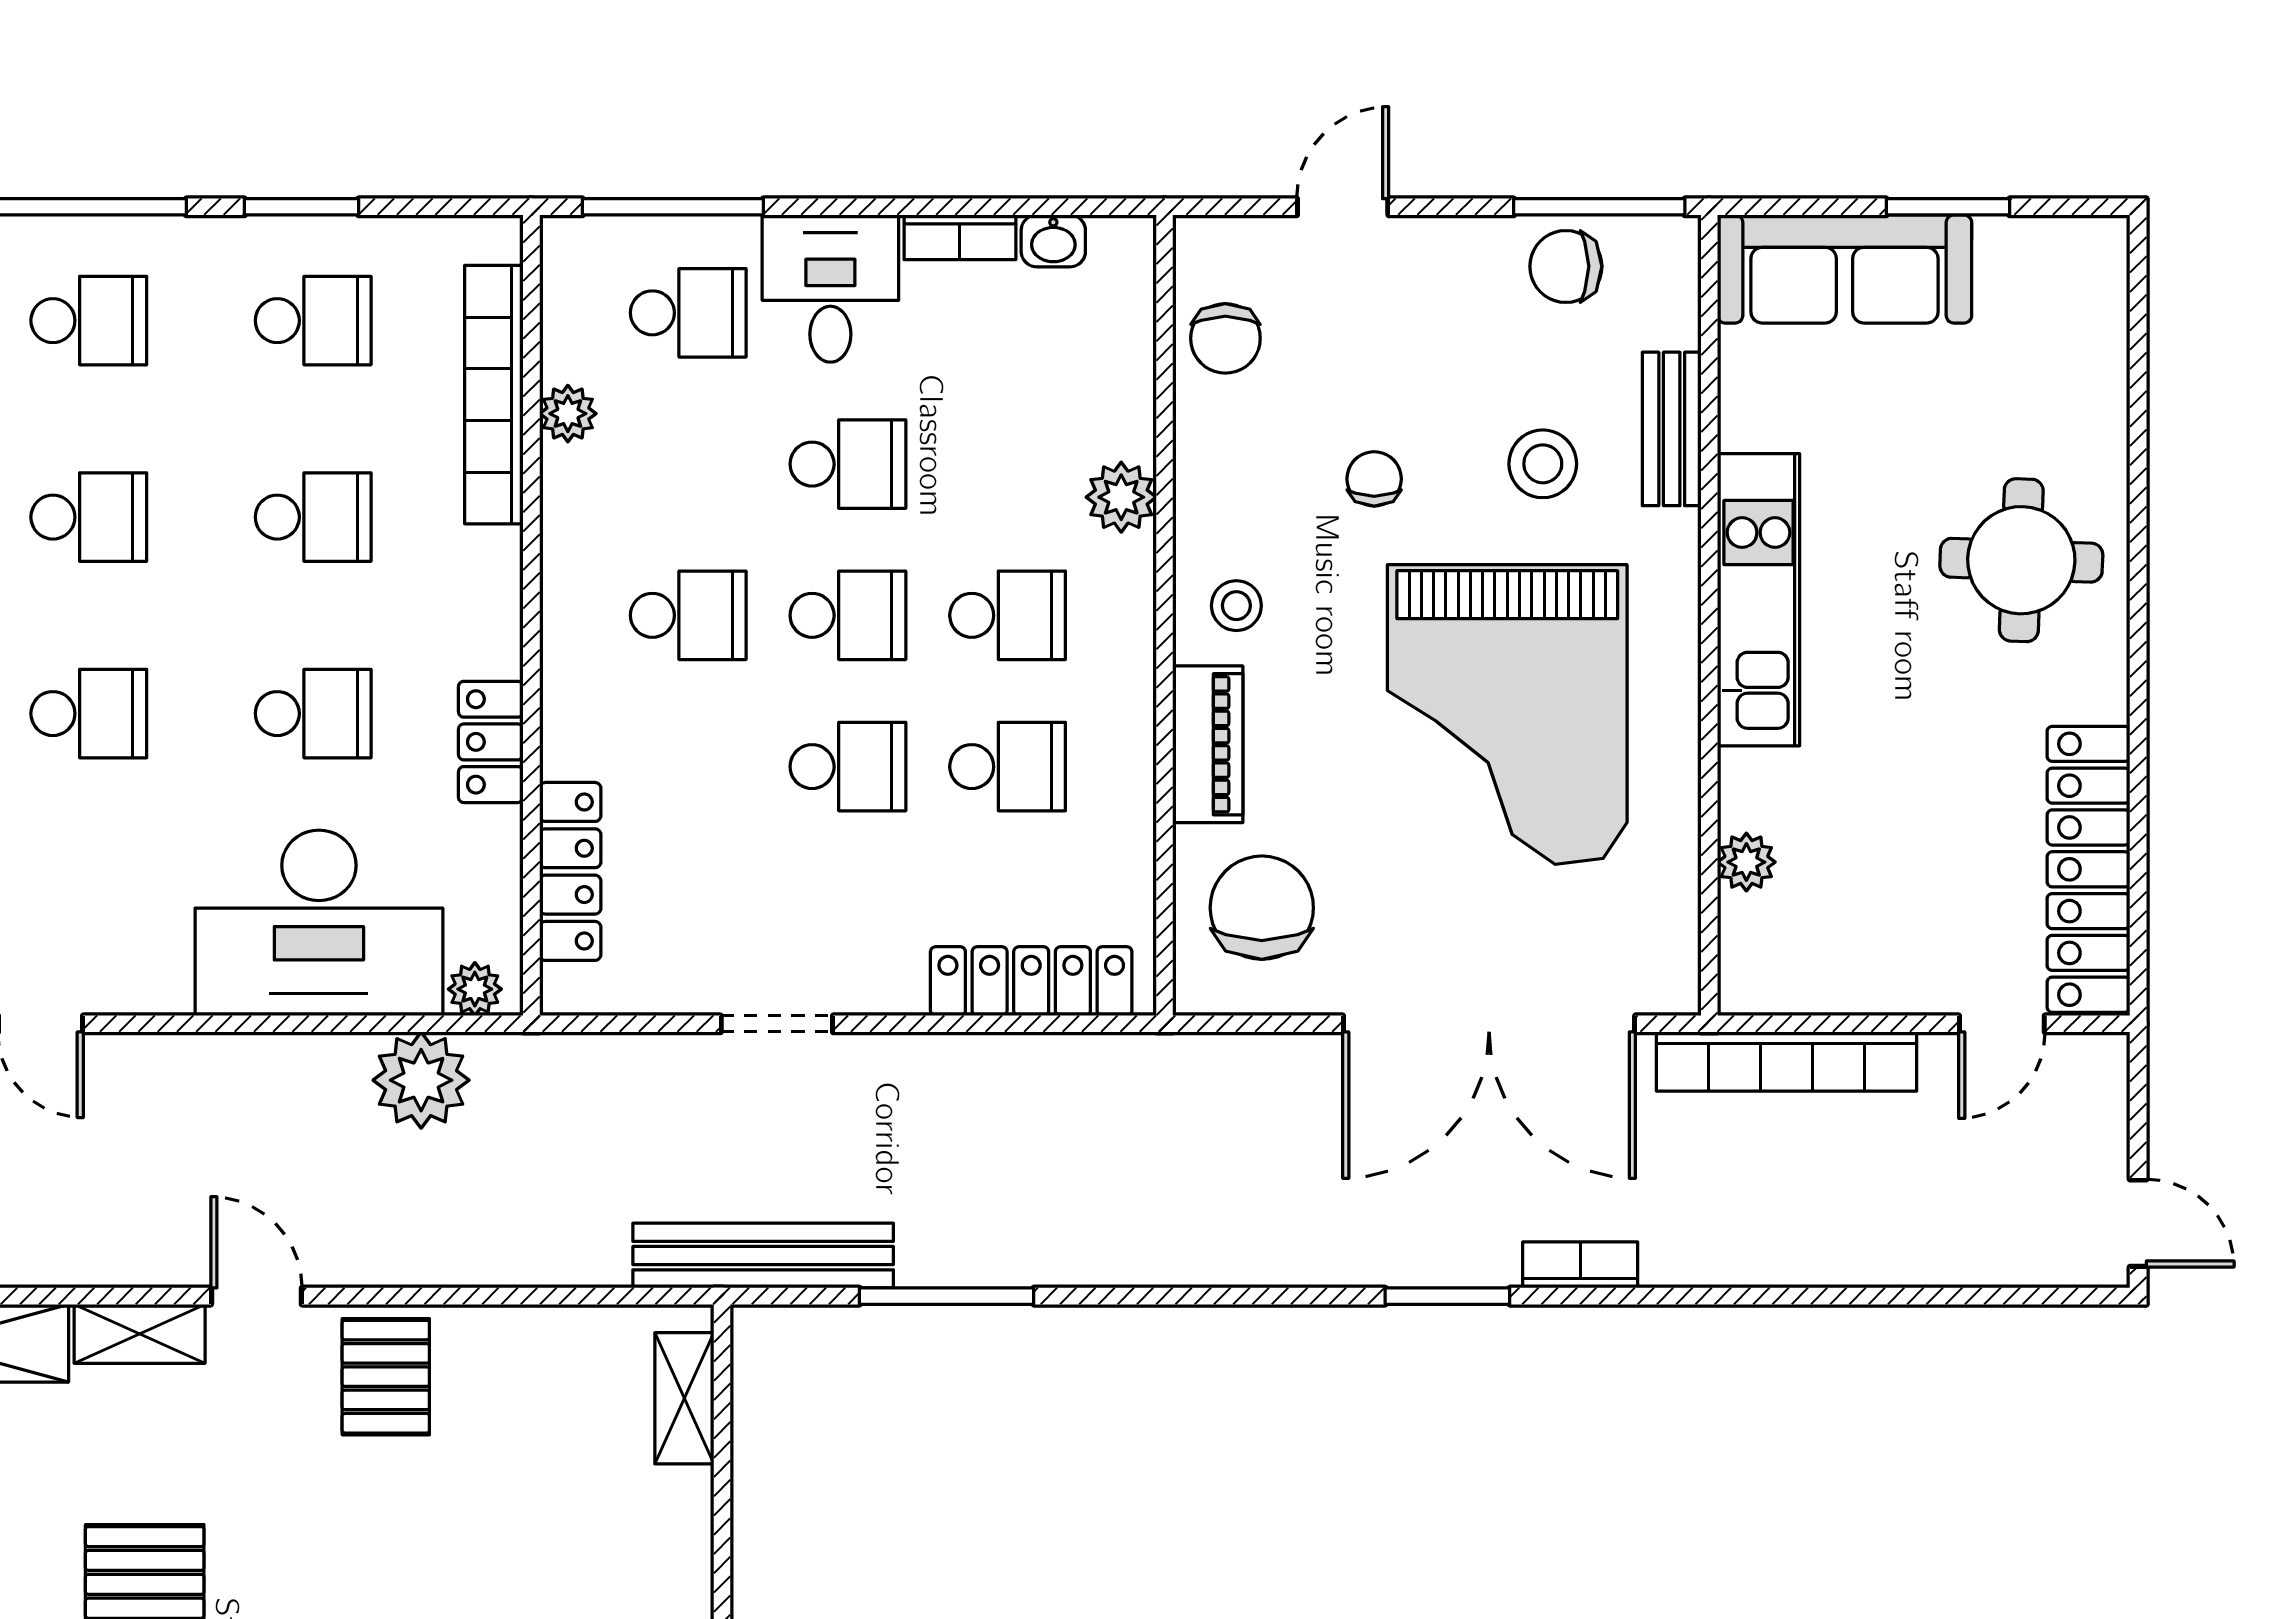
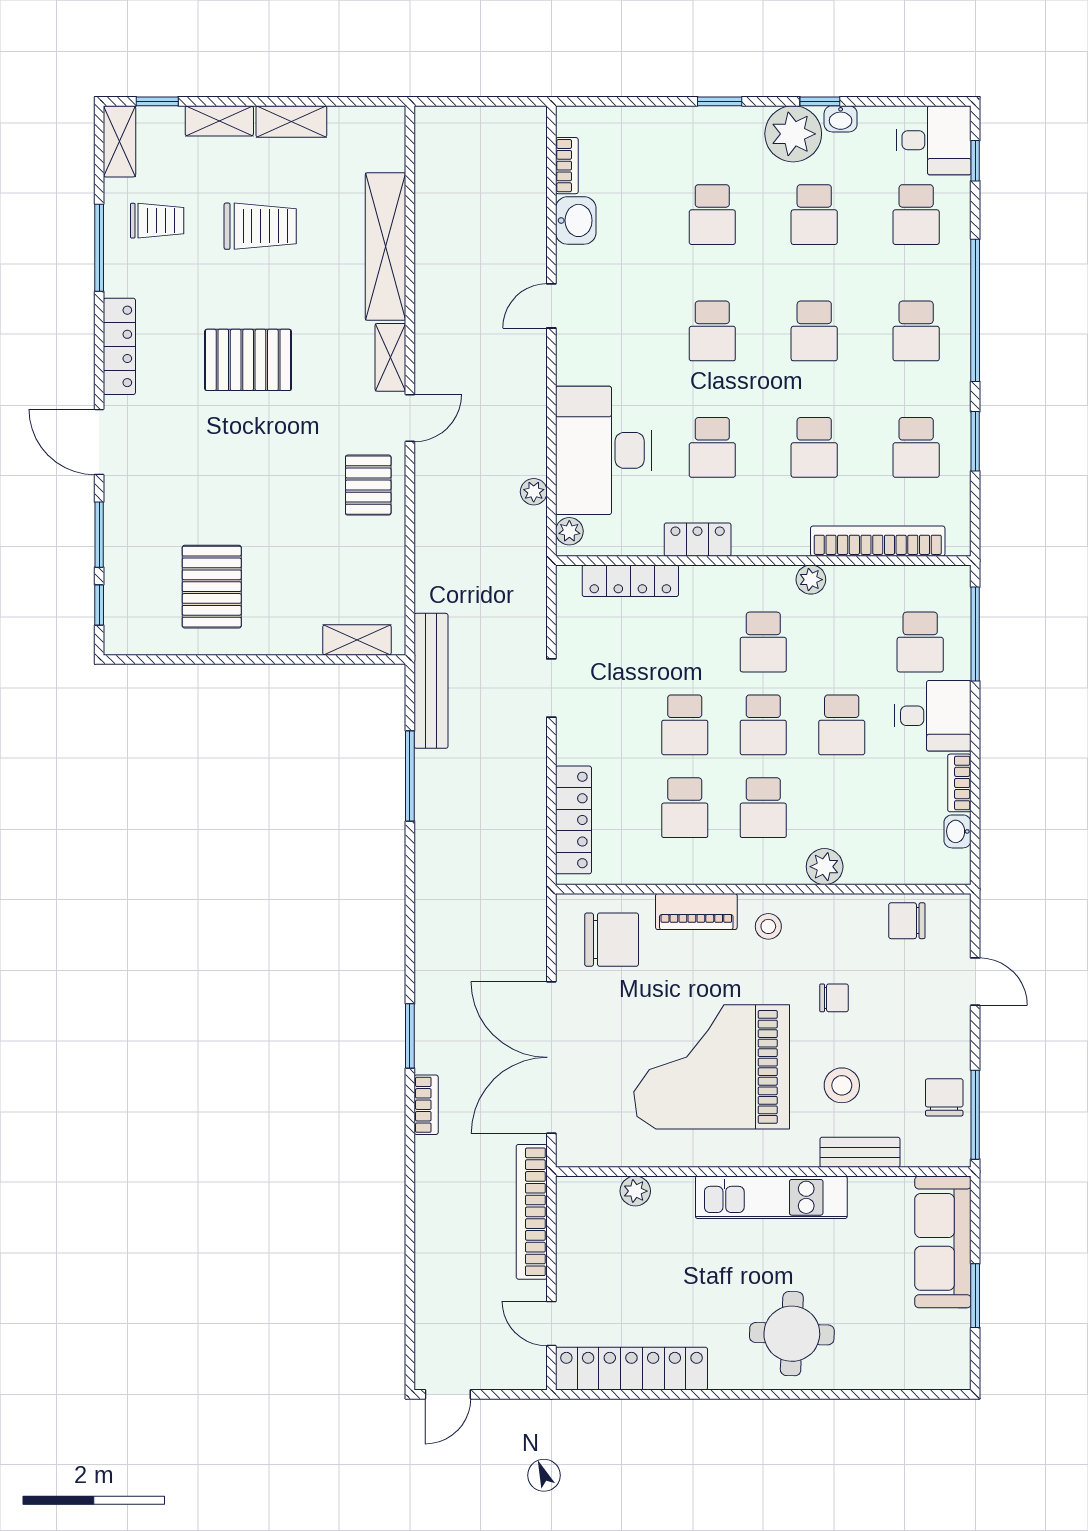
plant: (568, 414) -> (811, 580), moved
plant: (421, 1080) -> (534, 492), width x0.53, depth x0.53
pallet: (386, 1377) -> (368, 485), turned 90

